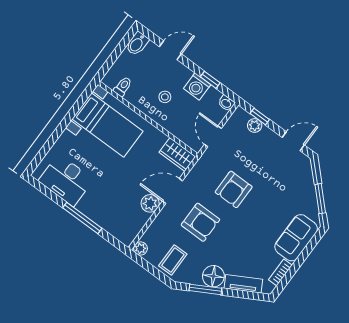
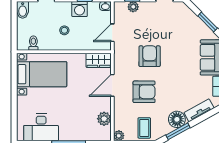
door: (213, 136) -> (112, 33), hinge flipped
armchair: (234, 189) -> (150, 56), turned 180
plant: (150, 203) -> (104, 119), moved

